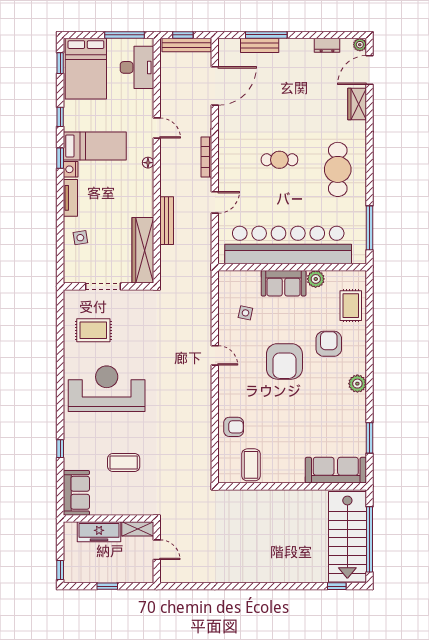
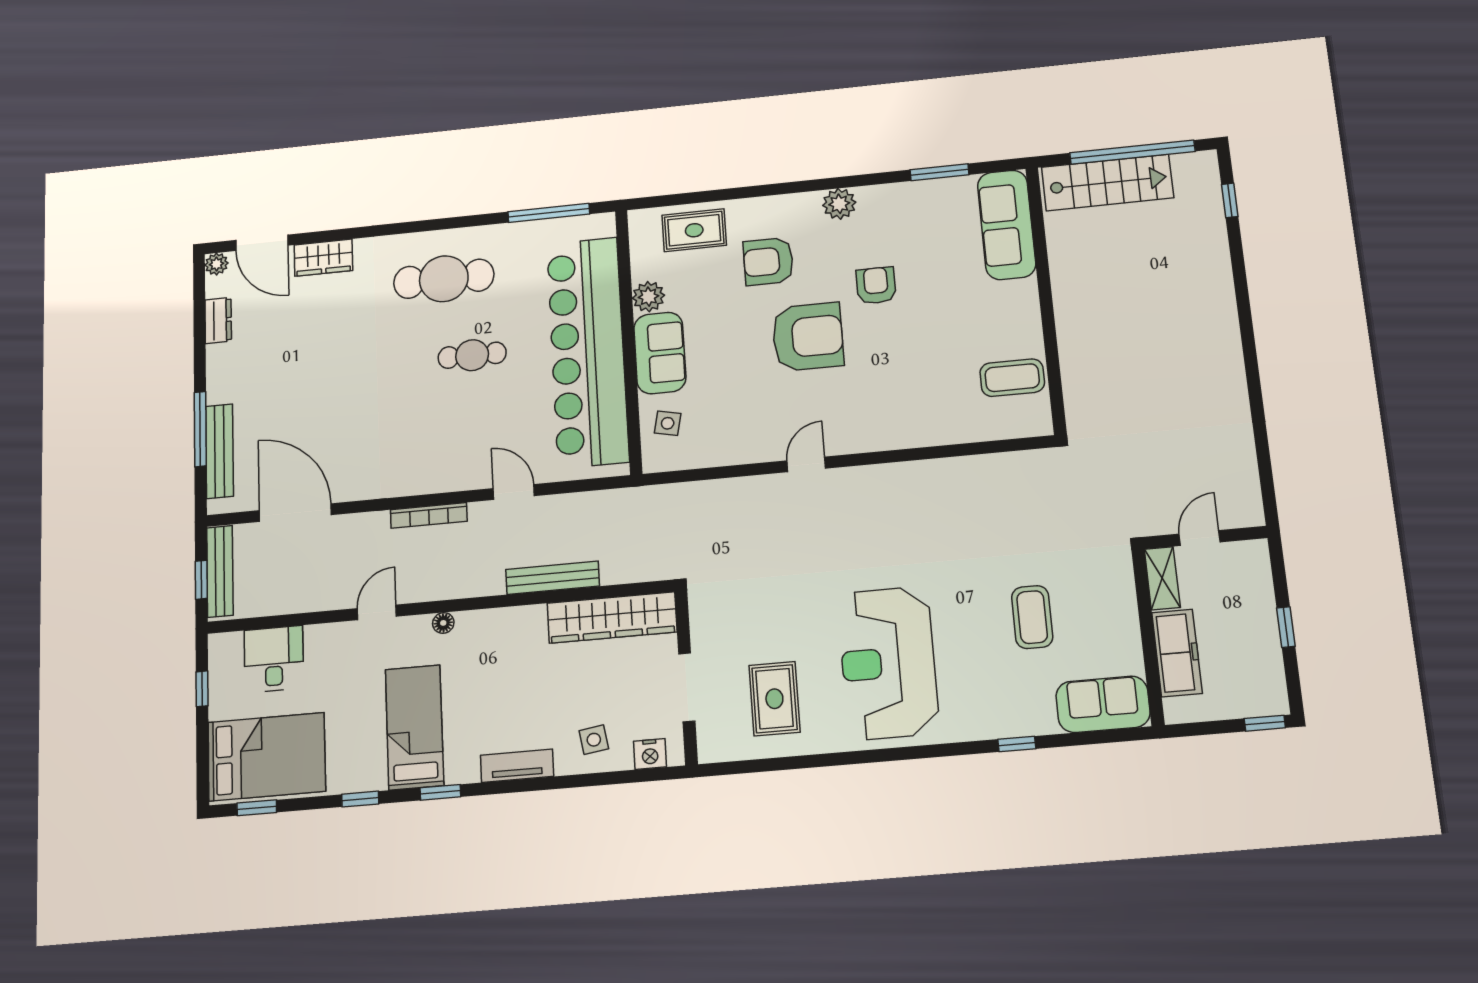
window: (124, 35) -> (202, 689), width x0.46
bench: (260, 45) -> (220, 451), width x1.36
desk: (137, 67) -> (274, 659), width x0.73
cafe table: (279, 160) -> (472, 355), moved, turned 90
nightstand: (71, 169) -> (650, 754), moved
side table: (245, 313) -> (668, 423), moved
armchair: (234, 427) -> (876, 286), moved
stairs: (347, 537) -> (1107, 183), width x0.73, depth x0.66

